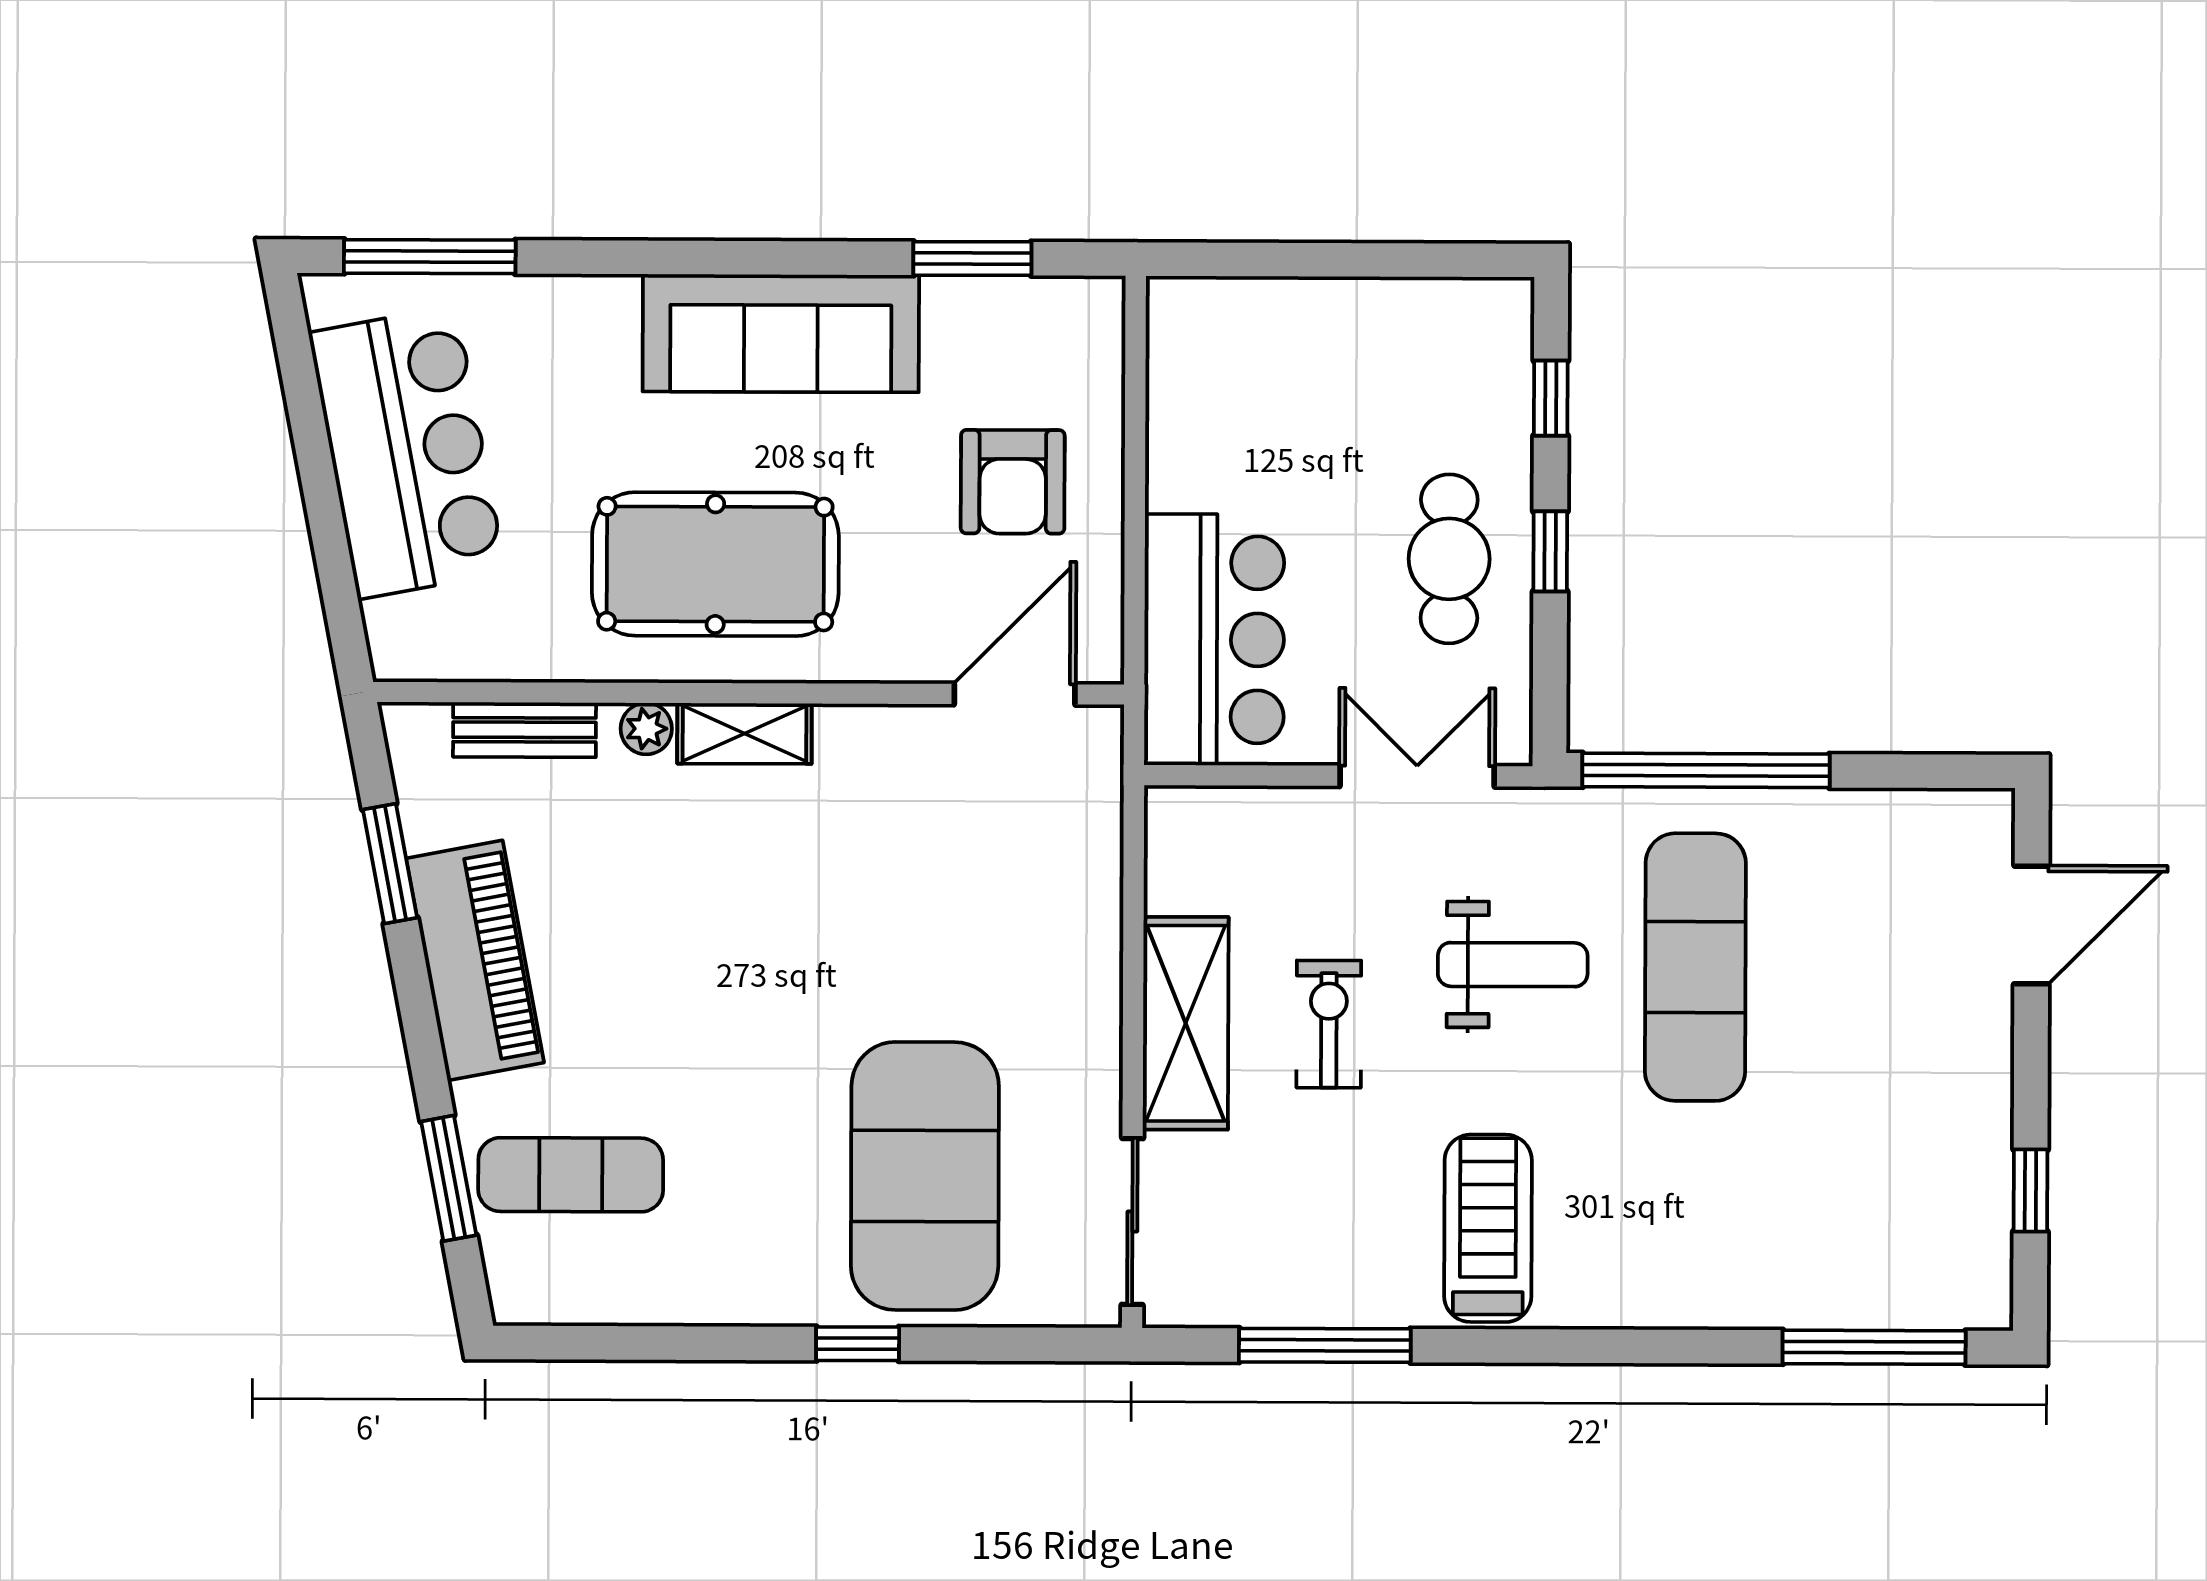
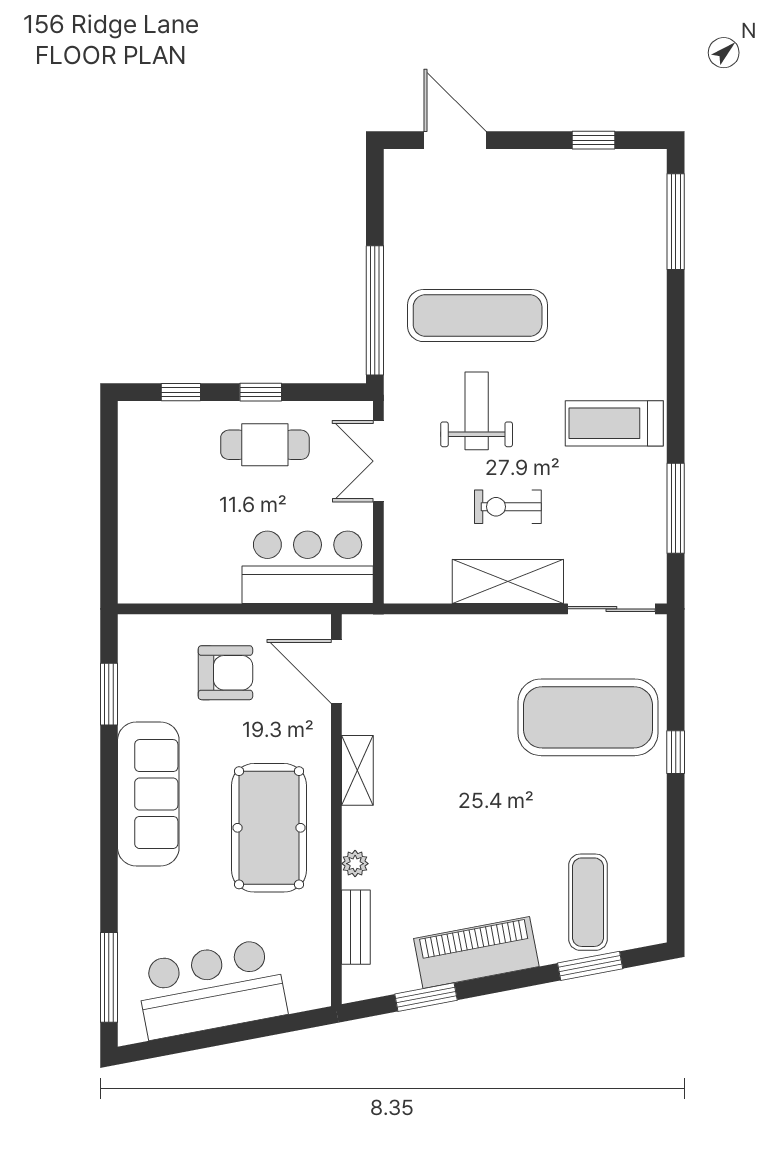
shelving: (744, 734) -> (357, 770), moved

